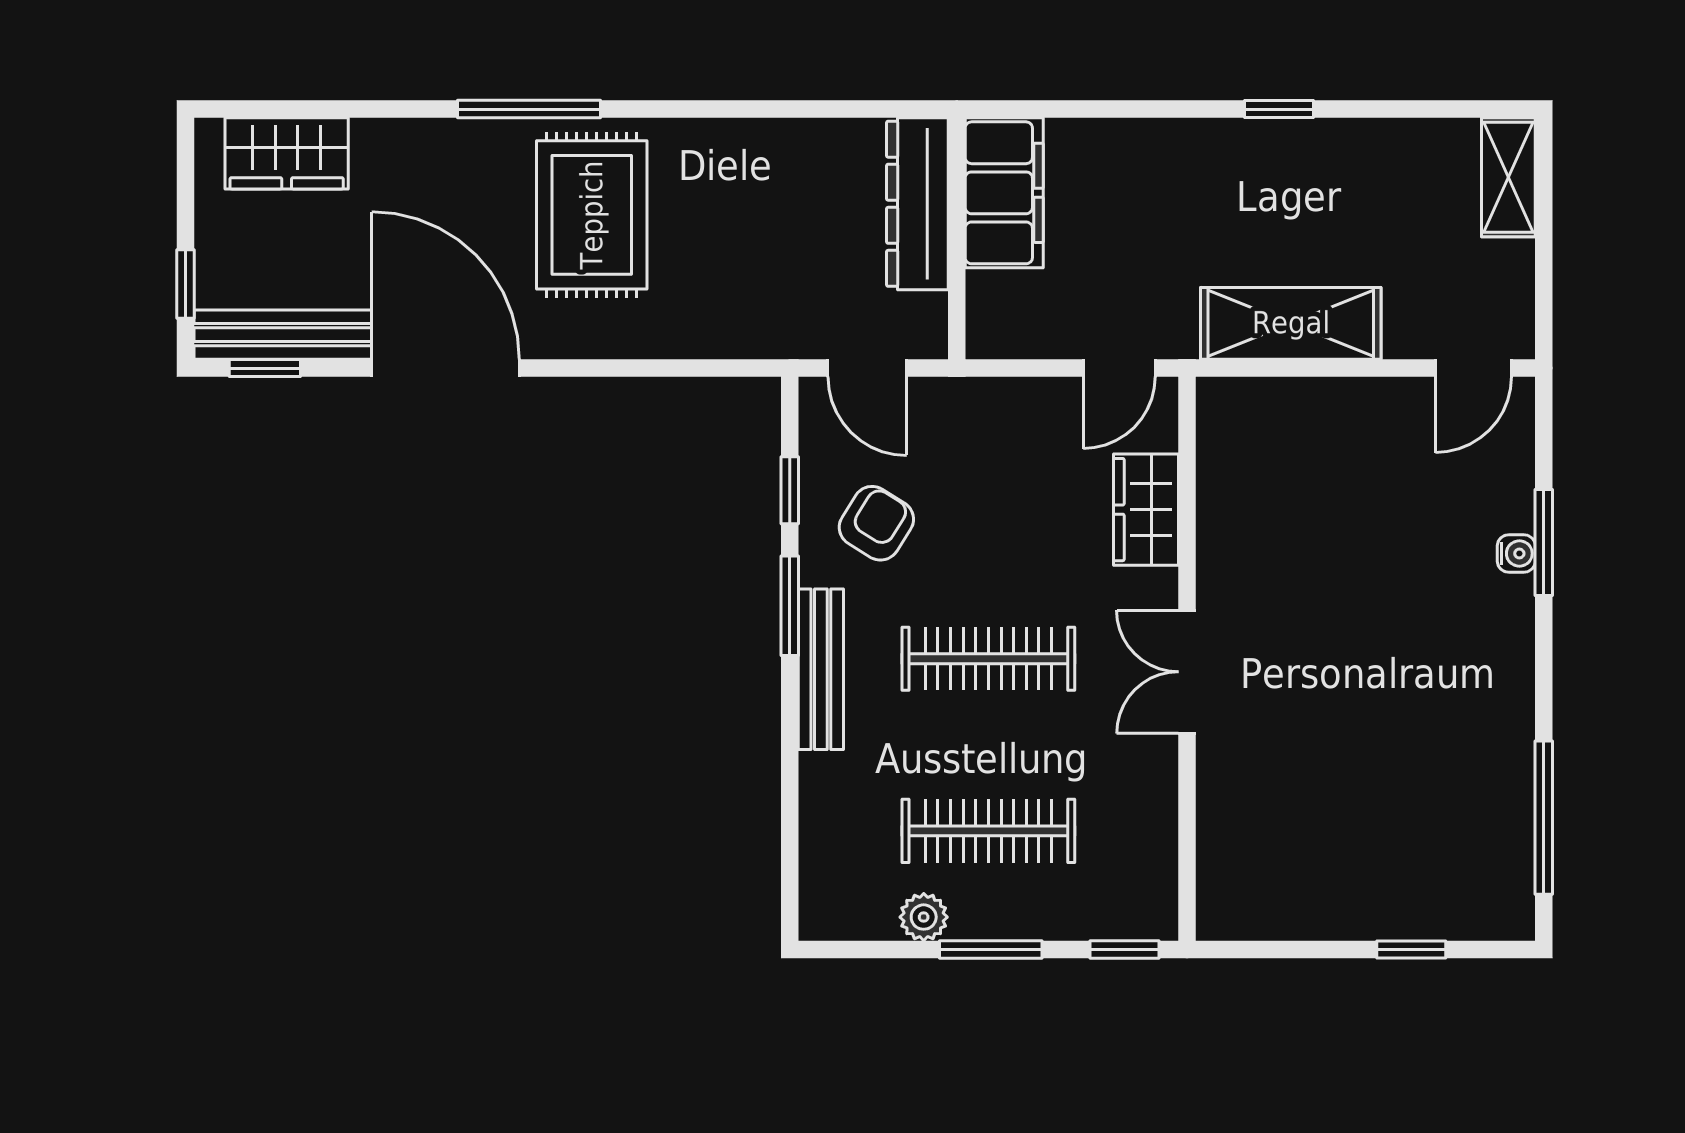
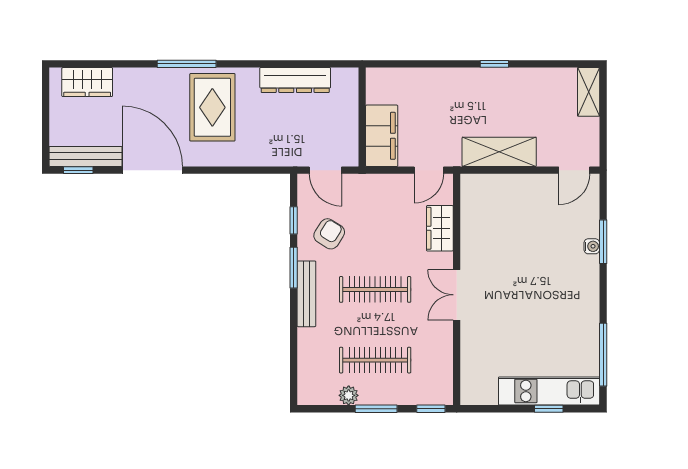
filing cabinet: (1004, 193) -> (382, 136), moved
dresser: (917, 204) -> (295, 80), moved, turned -90
window: (185, 284) -> (46, 136), removed
kitchen unit: (1412, 906) -> (549, 391), added

